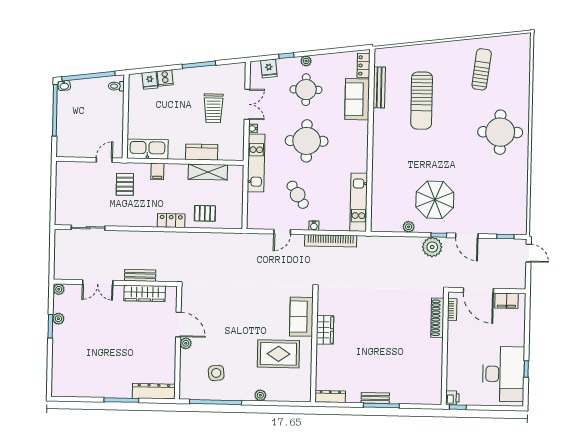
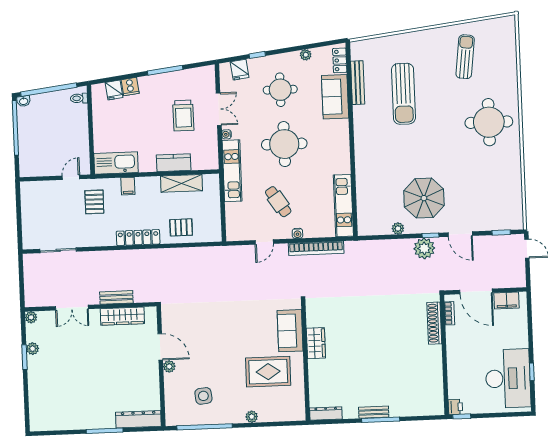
plant: (306, 61) -> (306, 55), moved
locker: (171, 221) -> (138, 238), width x1.53

